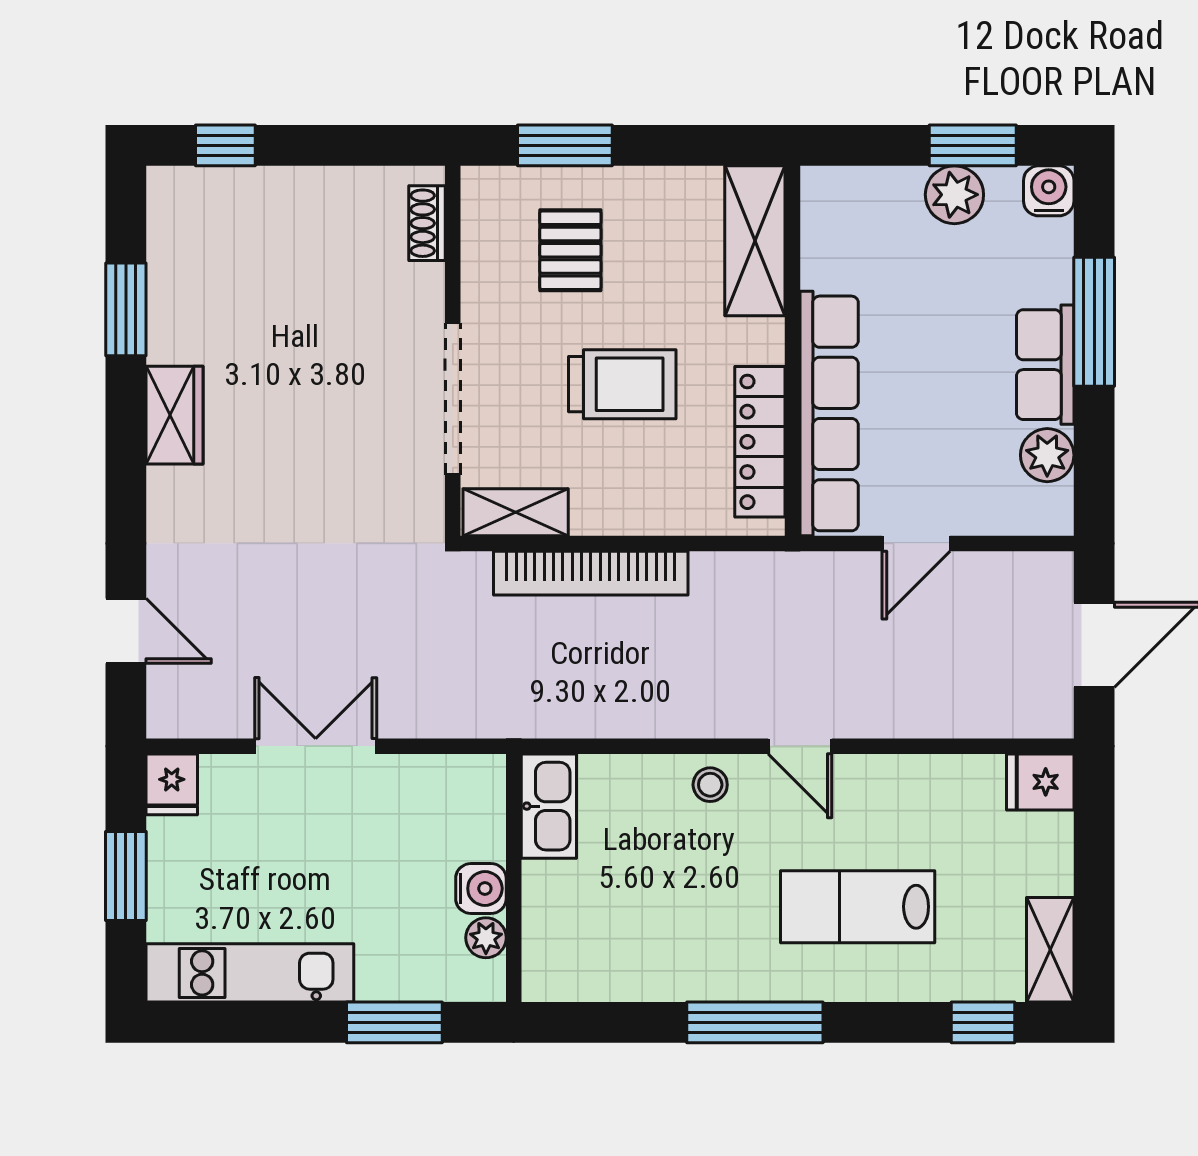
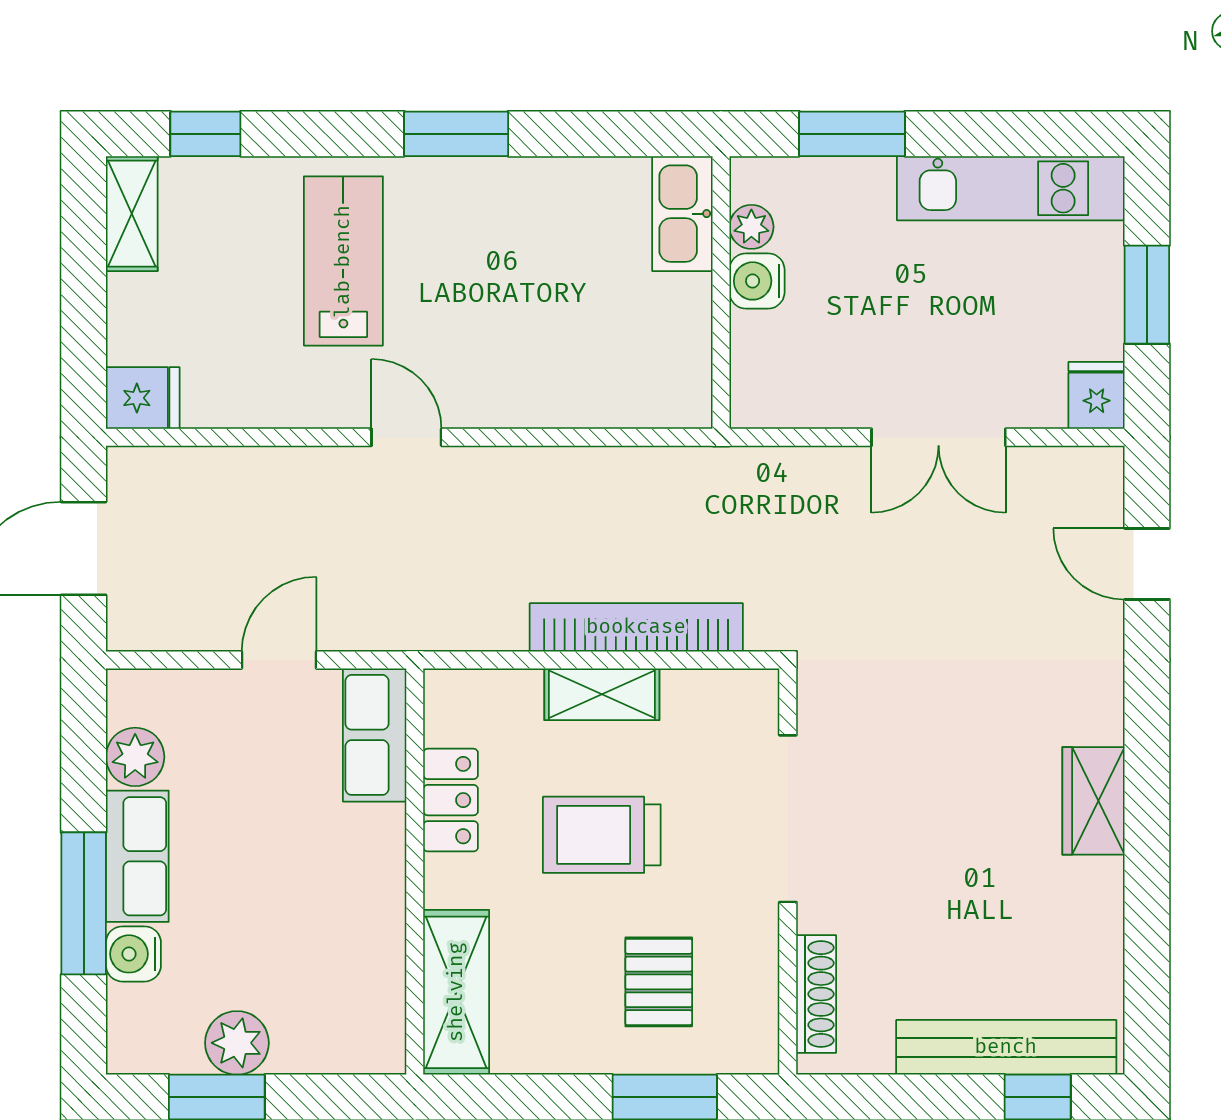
bench: (254, 191) -> (1006, 1047), added
water cooler: (1049, 191) -> (133, 954), moved, turned 90
shoe rack: (427, 223) -> (816, 994), width x1.43
window: (126, 309) -> (1147, 917), removed
row of seats: (829, 413) -> (375, 735), width x0.50
locker: (760, 442) -> (451, 800), width x0.66
shelving: (516, 512) -> (602, 694), moved
stool: (710, 785) -> (505, 395), removed
kitchen sink: (549, 806) -> (682, 214), moved
lab bench: (858, 907) -> (343, 261), turned -90
window: (755, 1022) -> (456, 134), width x0.69

